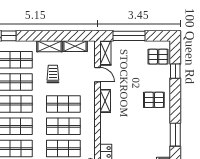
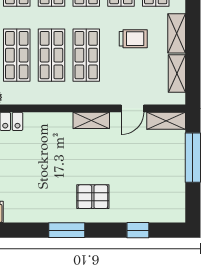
pallet: (158, 57) -> (160, 203), removed
pallet: (154, 100) -> (93, 197), turned 90
window: (175, 135) -> (67, 230), moved

